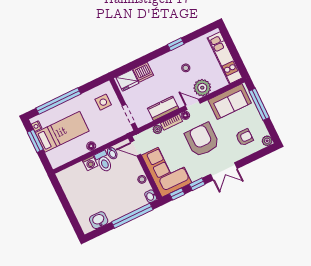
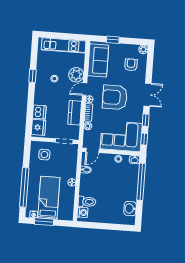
window: (259, 104) -> (113, 40), width x0.46
toilet: (104, 161) -> (87, 202), moved
washing machine: (90, 163) -> (83, 212), moved

